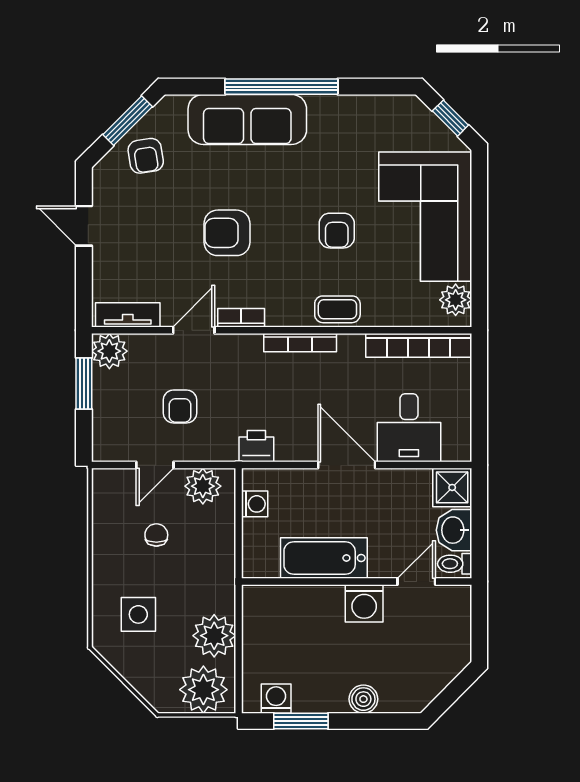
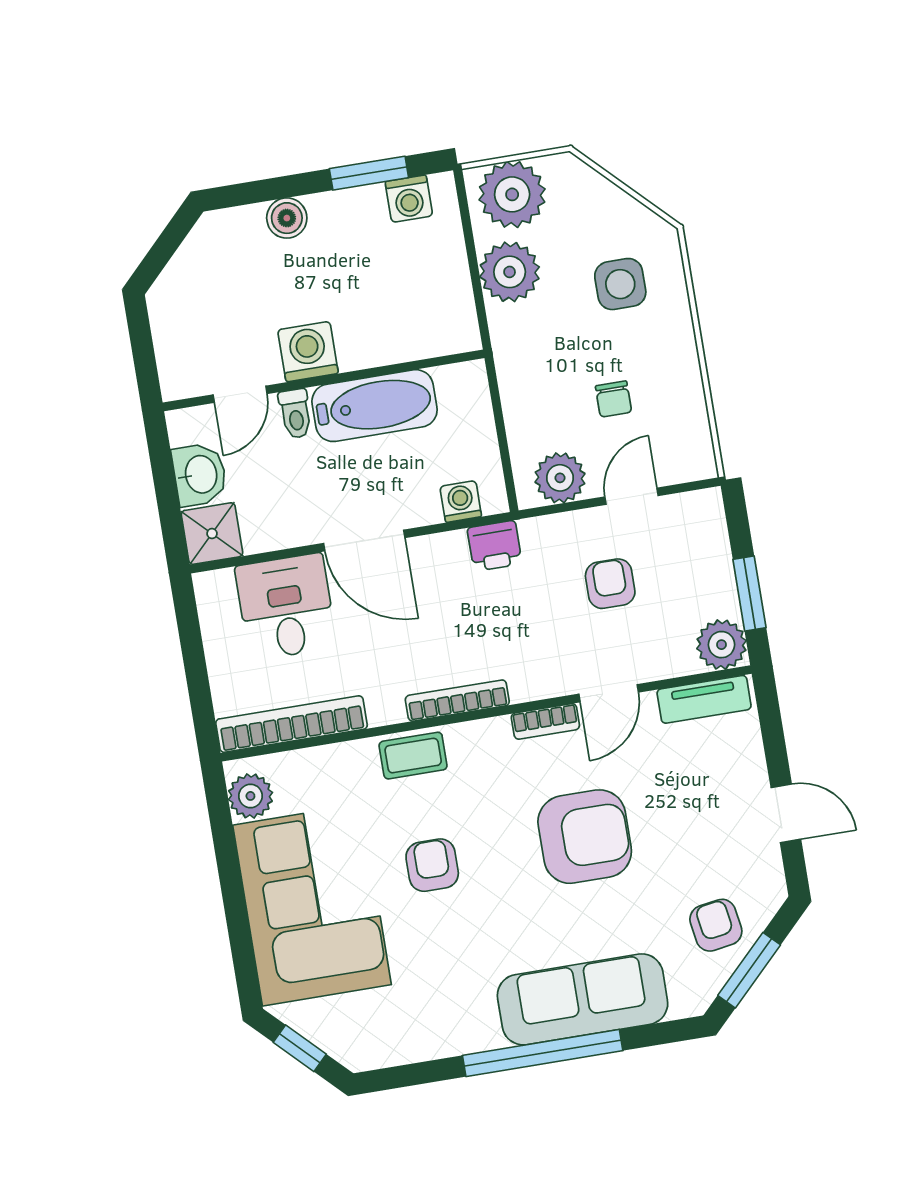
armchair: (227, 233) -> (585, 837), width x1.36, depth x1.36
washing machine: (255, 504) -> (461, 502), moved, turned 90
toilet: (455, 564) -> (295, 414), moved, turned 90

